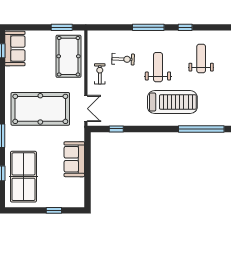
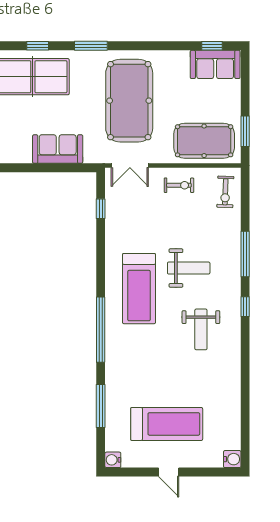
weight bench: (201, 58) -> (201, 329), turned 90
exercise bike: (123, 59) -> (225, 192), moved

